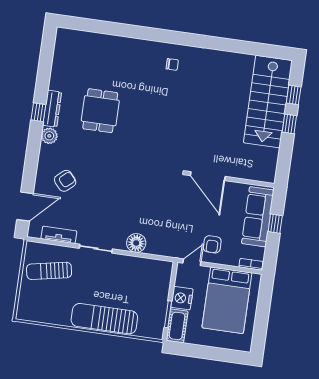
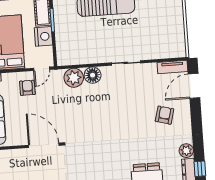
armchair: (65, 181) -> (165, 115), turned 147
tv unit: (59, 235) -> (172, 67), moved
plant: (158, 245) -> (74, 78), added
sun lounger: (49, 271) -> (162, 35), removed

